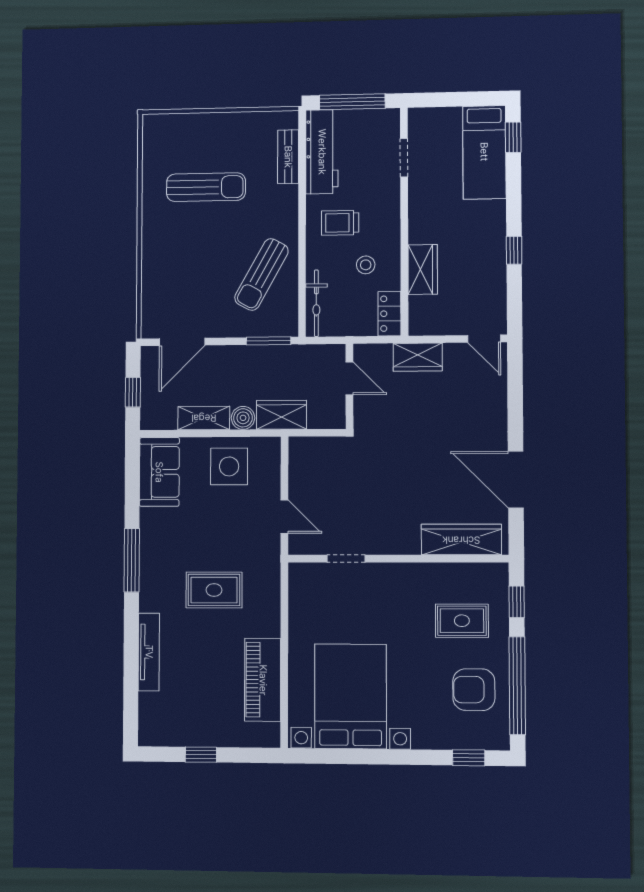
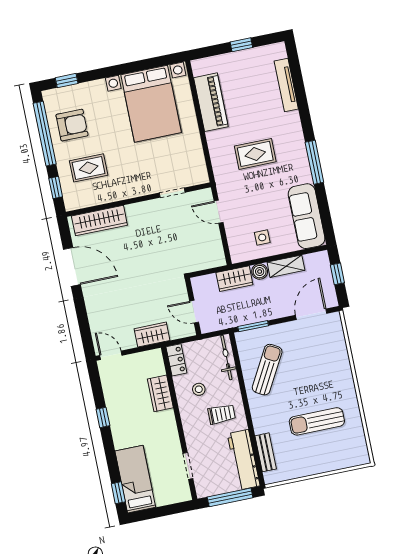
side table: (229, 466) -> (262, 237), width x0.54, depth x0.54
sofa: (159, 472) -> (307, 216), width x1.36
tv unit: (149, 652) -> (286, 85), moved

